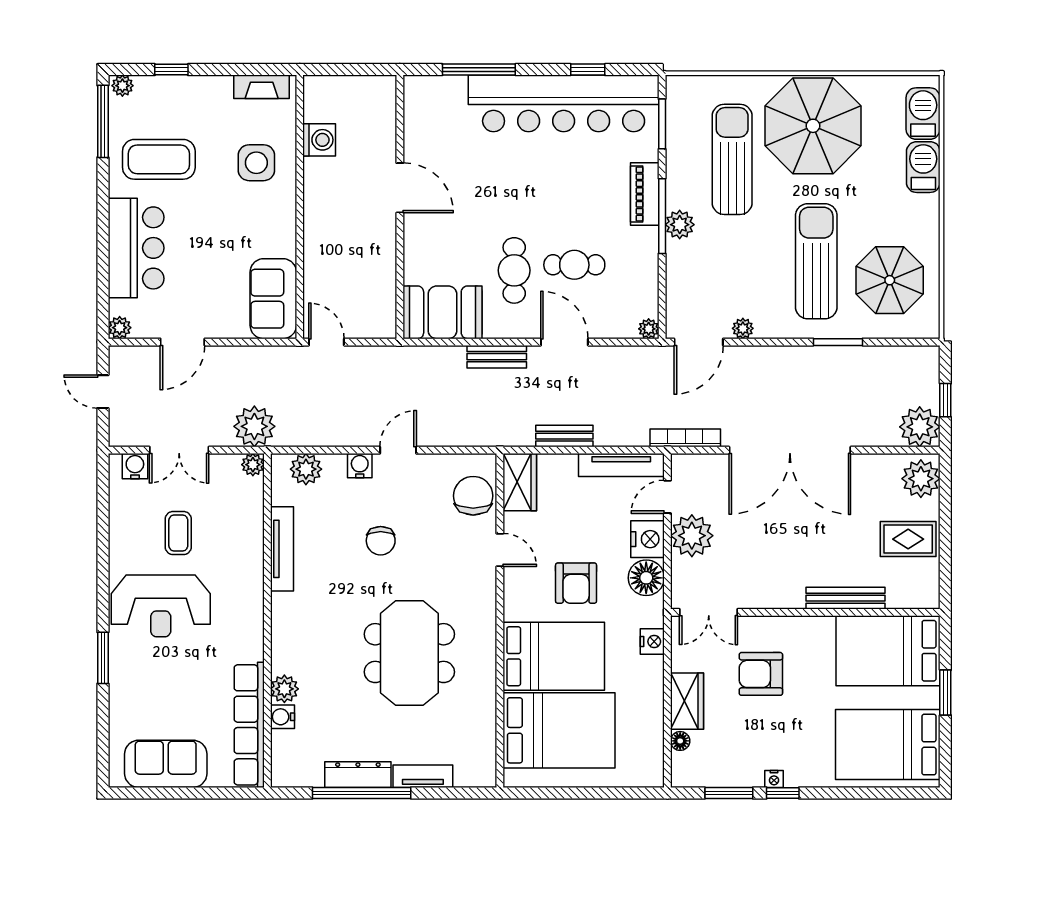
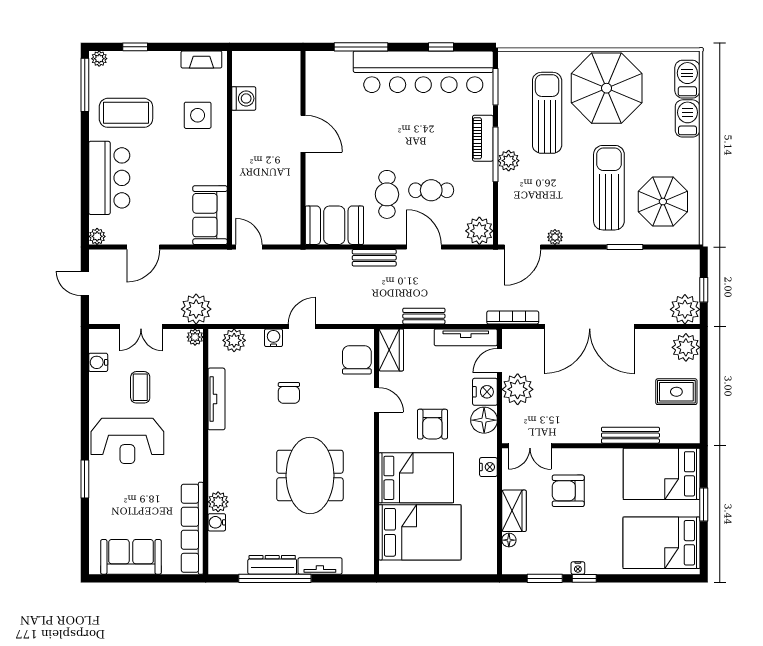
plant: (649, 329) -> (479, 231), width x1.88, depth x1.88
water cooler: (135, 466) -> (98, 362), moved, turned -90

